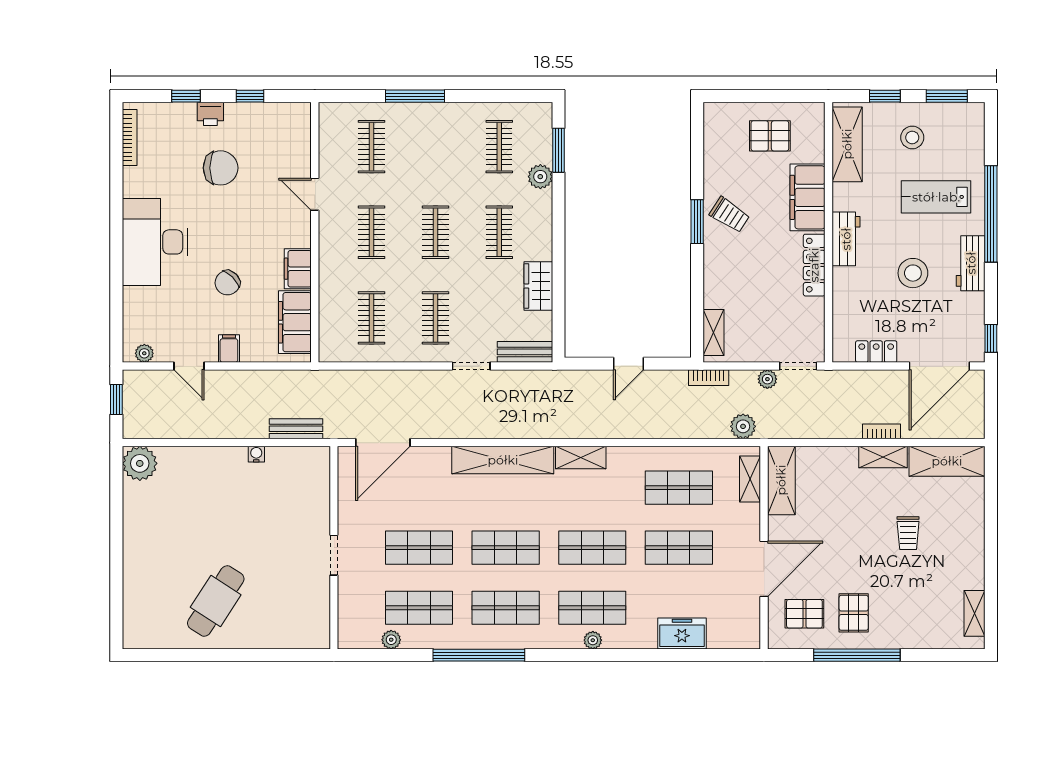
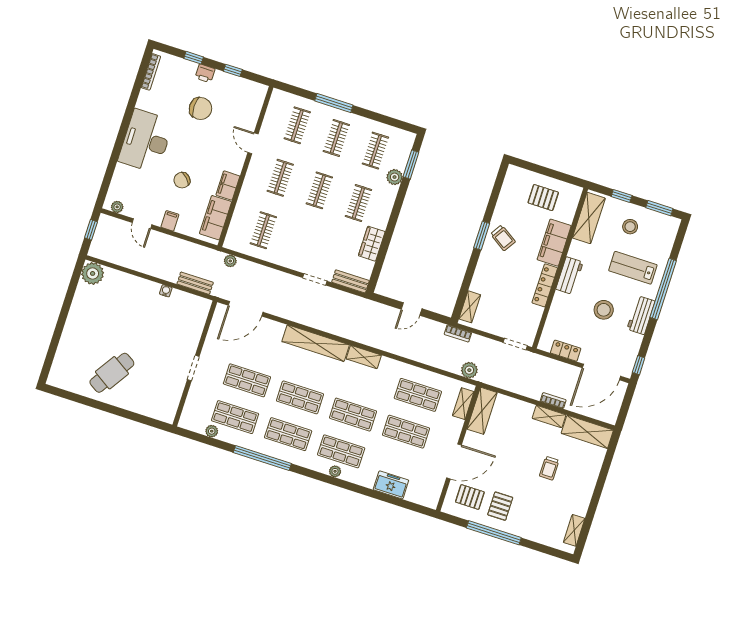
clothes rail: (435, 318) -> (336, 138), moved
plant: (767, 379) -> (230, 261), moved

